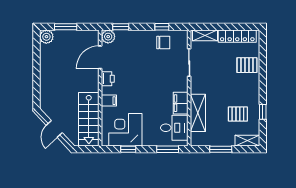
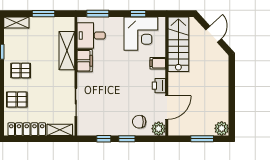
window: (121, 27) -> (127, 139), moved
chair: (163, 43) -> (139, 122), moved
pallet: (238, 114) -> (21, 70), moved

